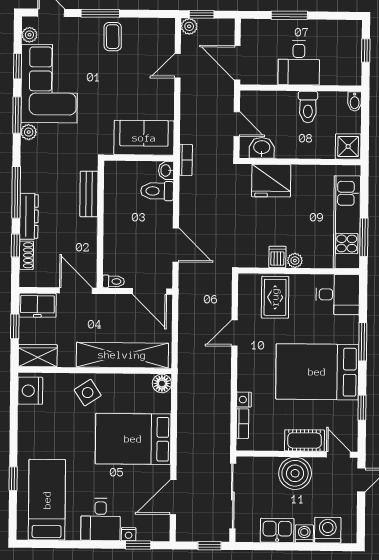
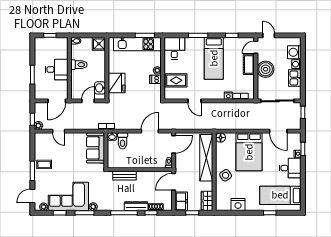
bed: (317, 372) -> (214, 58), width x0.67
nightstand: (30, 391) -> (238, 205), moved

